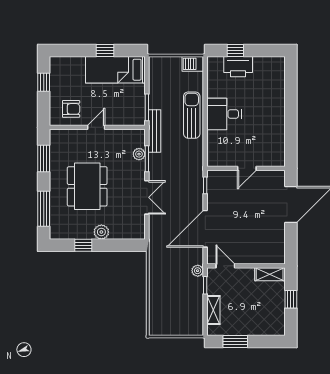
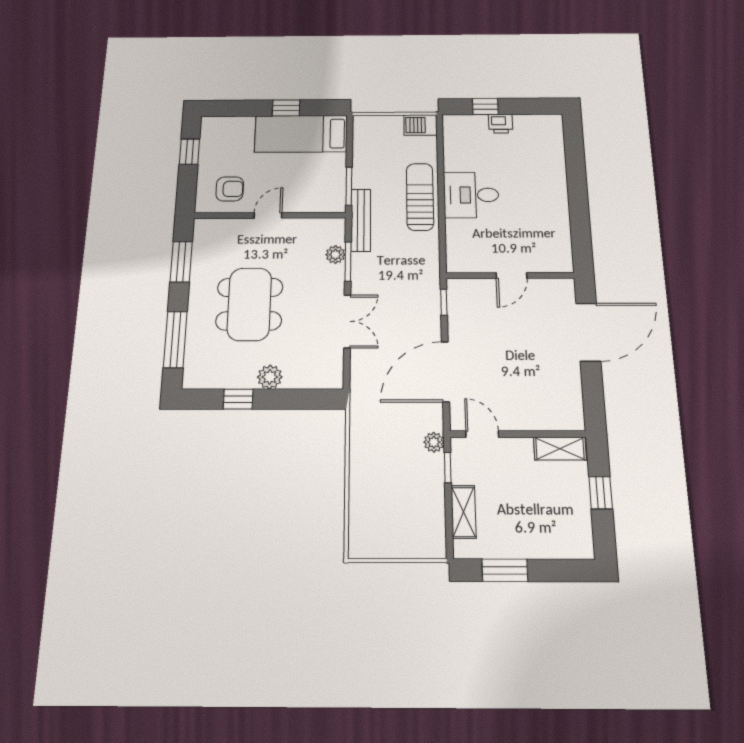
printer: (238, 67) -> (501, 124), width x0.53, depth x0.68

